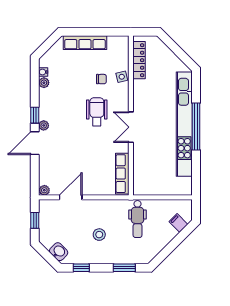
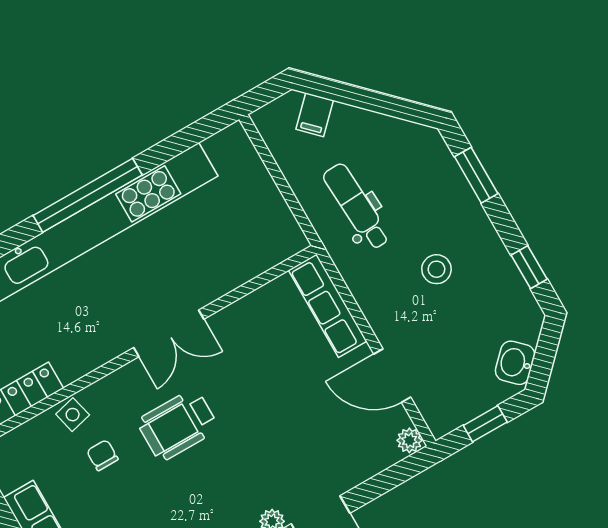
row of seats: (122, 174) -> (328, 306), moved, turned 90
dental chair: (138, 219) -> (357, 207), turned -93
washbasin: (59, 252) -> (515, 363), moved

